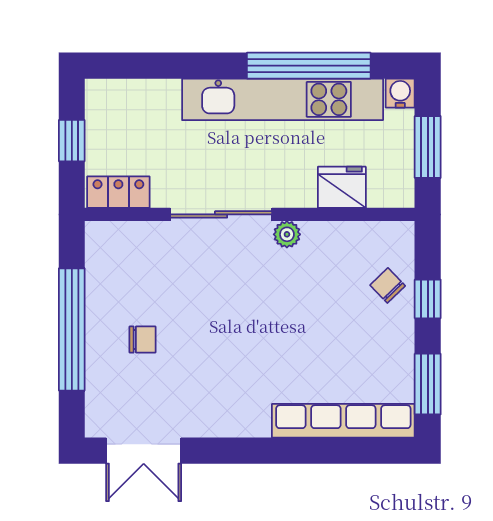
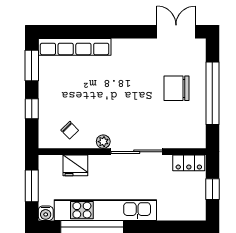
chair: (388, 285) -> (70, 130), moved
chair: (143, 340) -> (177, 88), width x1.87, depth x1.87

